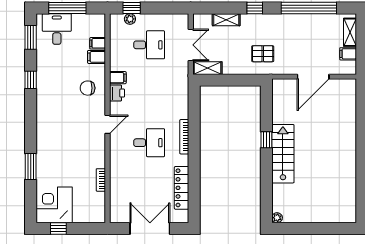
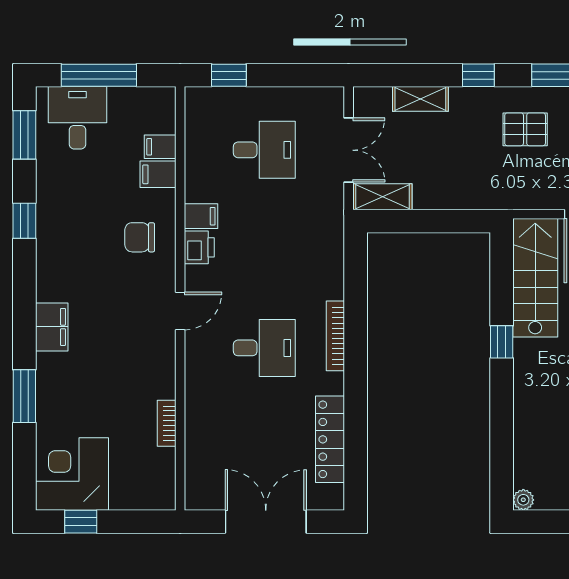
plant: (130, 19) -> (225, 97), removed
pallet: (263, 54) -> (525, 129), moved
filing cabinet: (44, 132) -> (52, 327), added
stairs: (283, 154) -> (535, 278), moved

